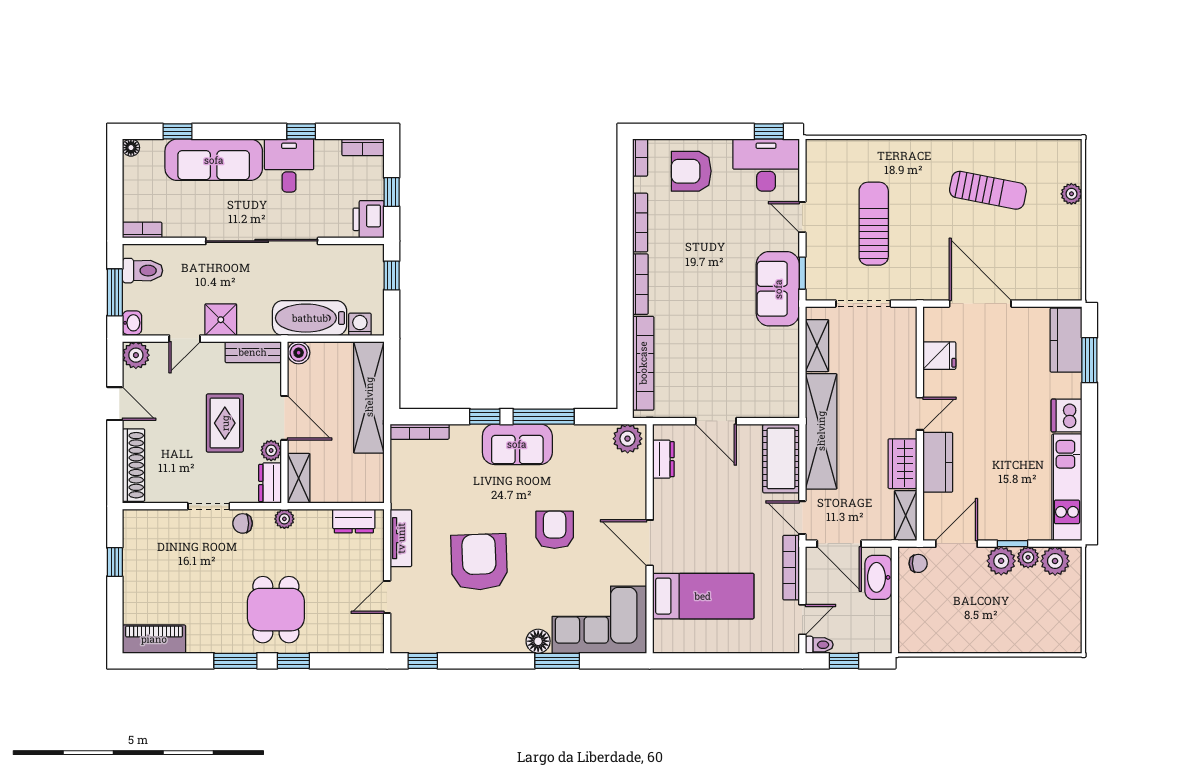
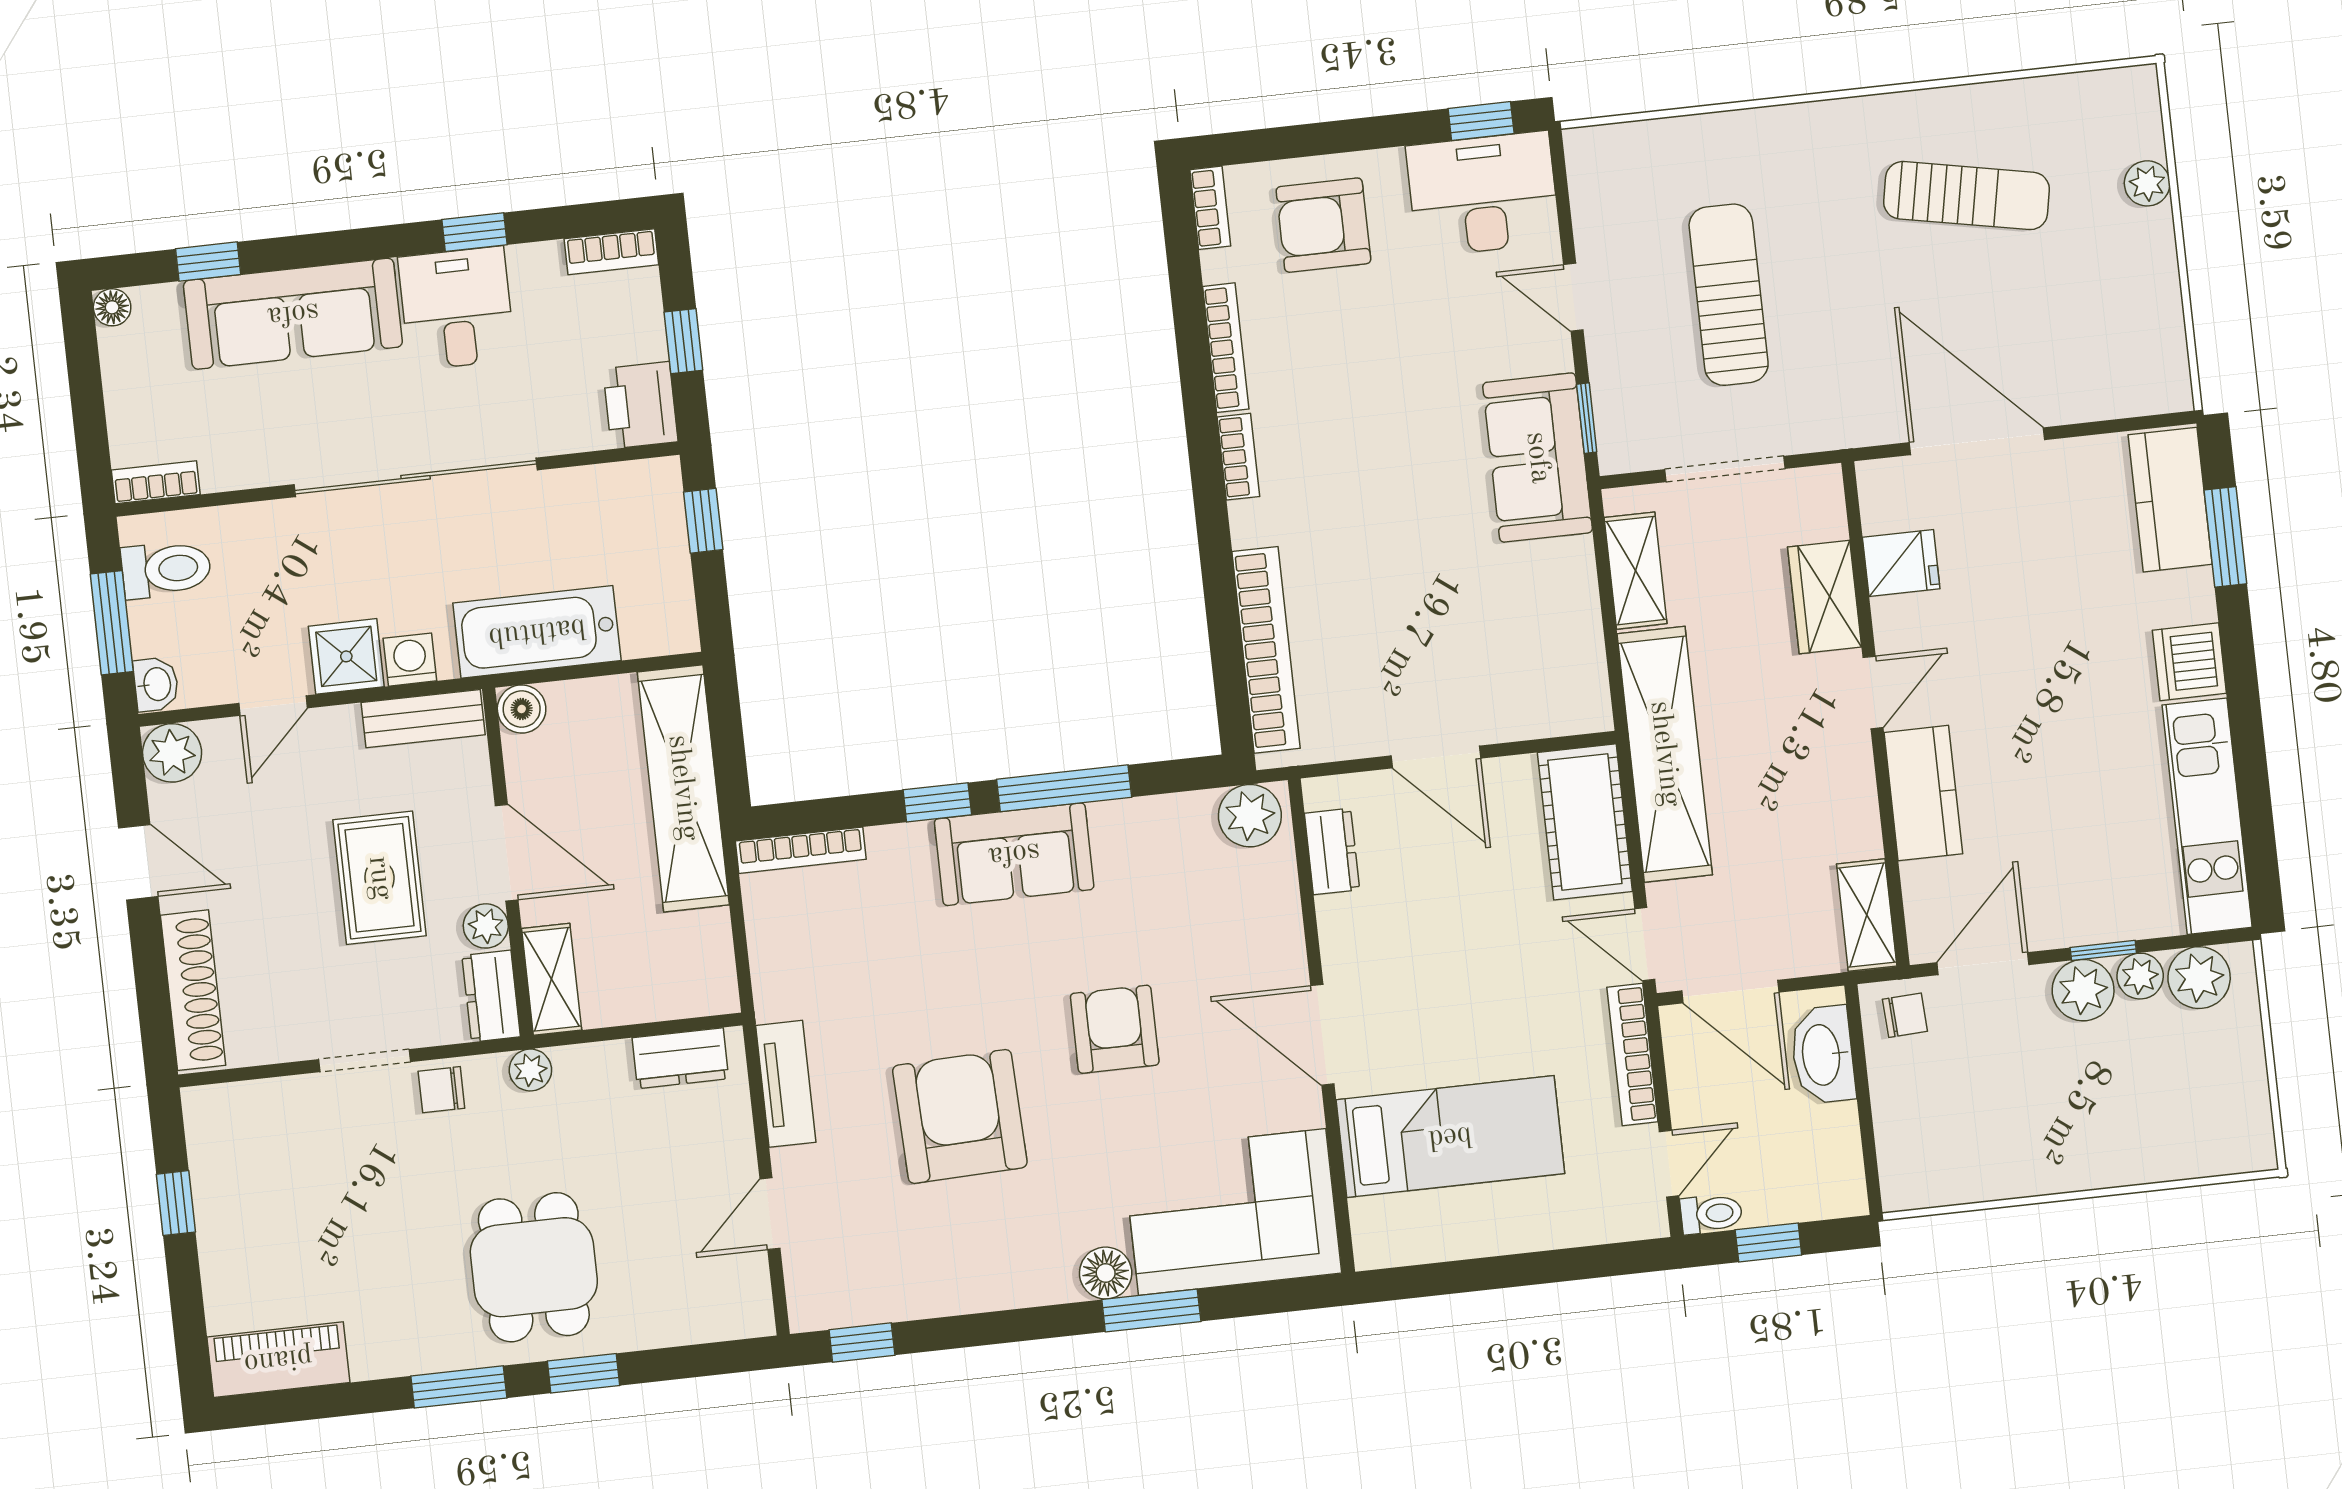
bookcase: (640, 284) -> (1238, 457), width x0.64
washing machine: (360, 324) -> (410, 660), moved
wardrobe: (902, 464) -> (1825, 597), moved

